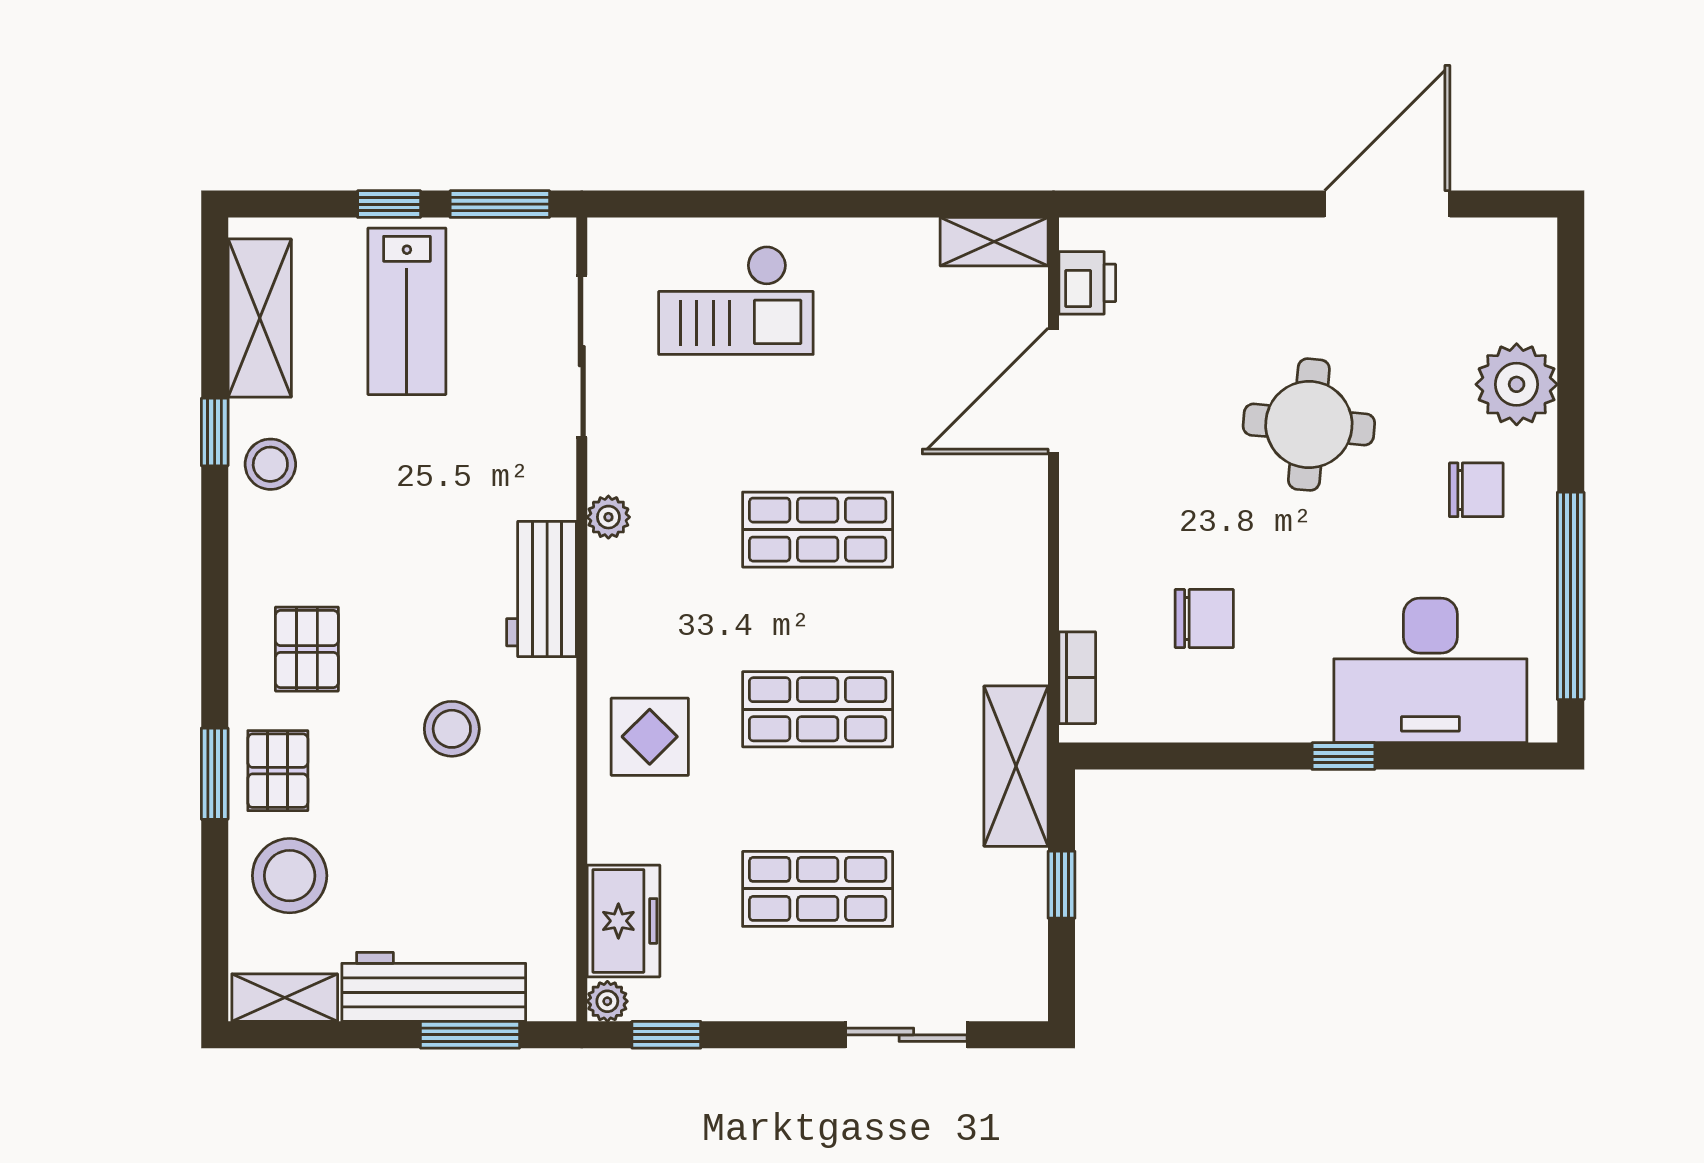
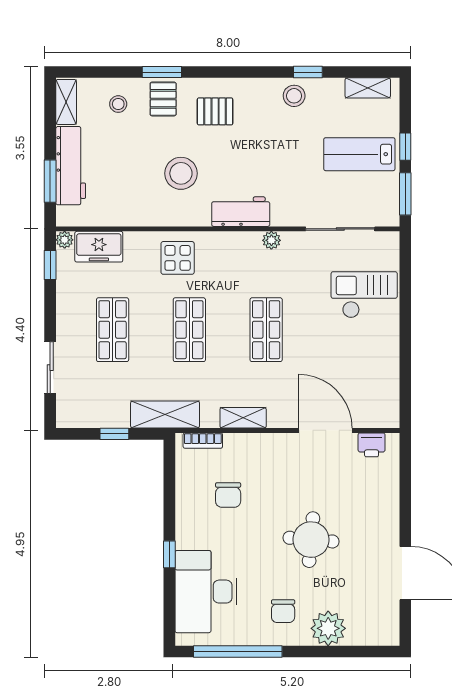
shelving: (994, 242) -> (243, 418), moved, turned 90
checkout: (736, 300) -> (364, 295), turned 90
shelving: (260, 318) -> (368, 88), width x0.67, depth x0.75
stool: (452, 729) -> (181, 173), width x1.38, depth x1.38
pallet: (278, 771) -> (163, 99), turned 90
stool: (290, 876) -> (118, 104), width x0.53, depth x0.53

